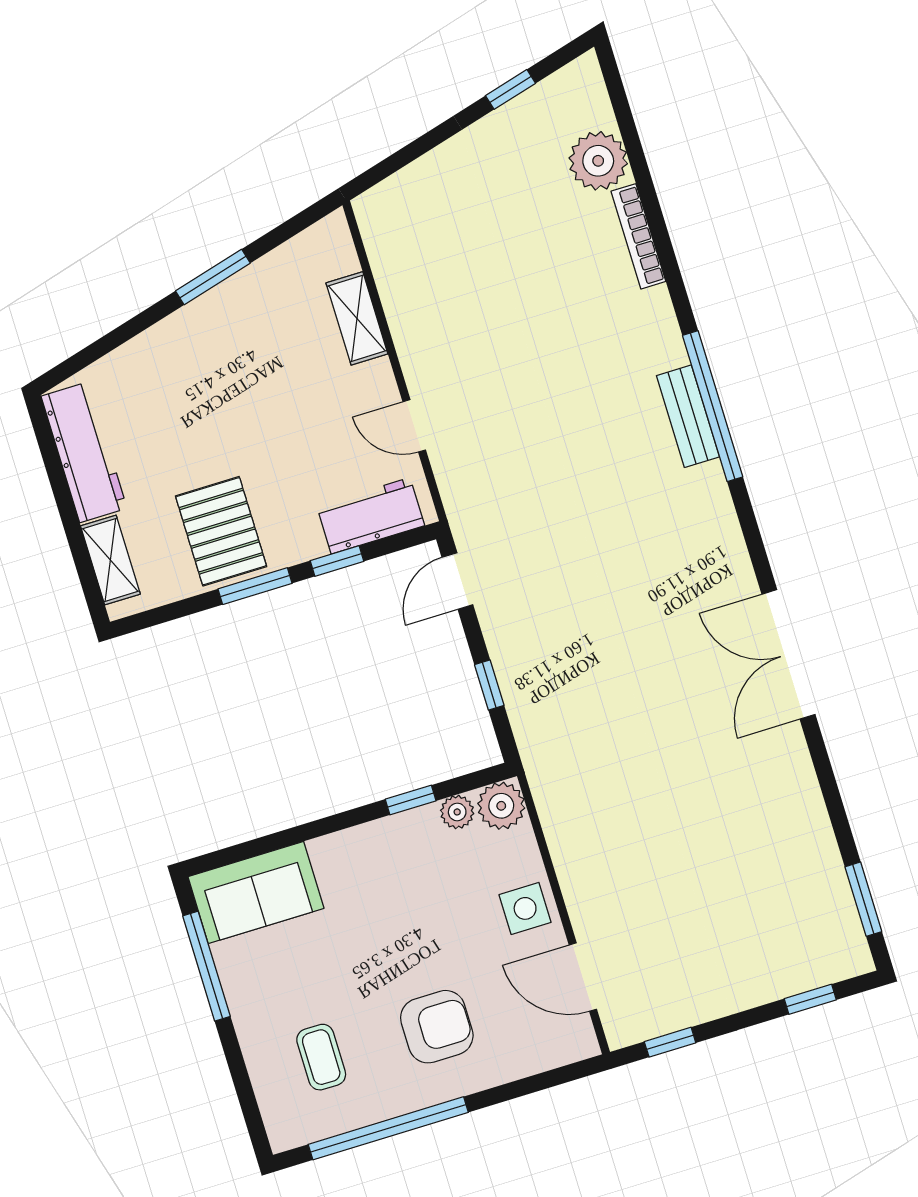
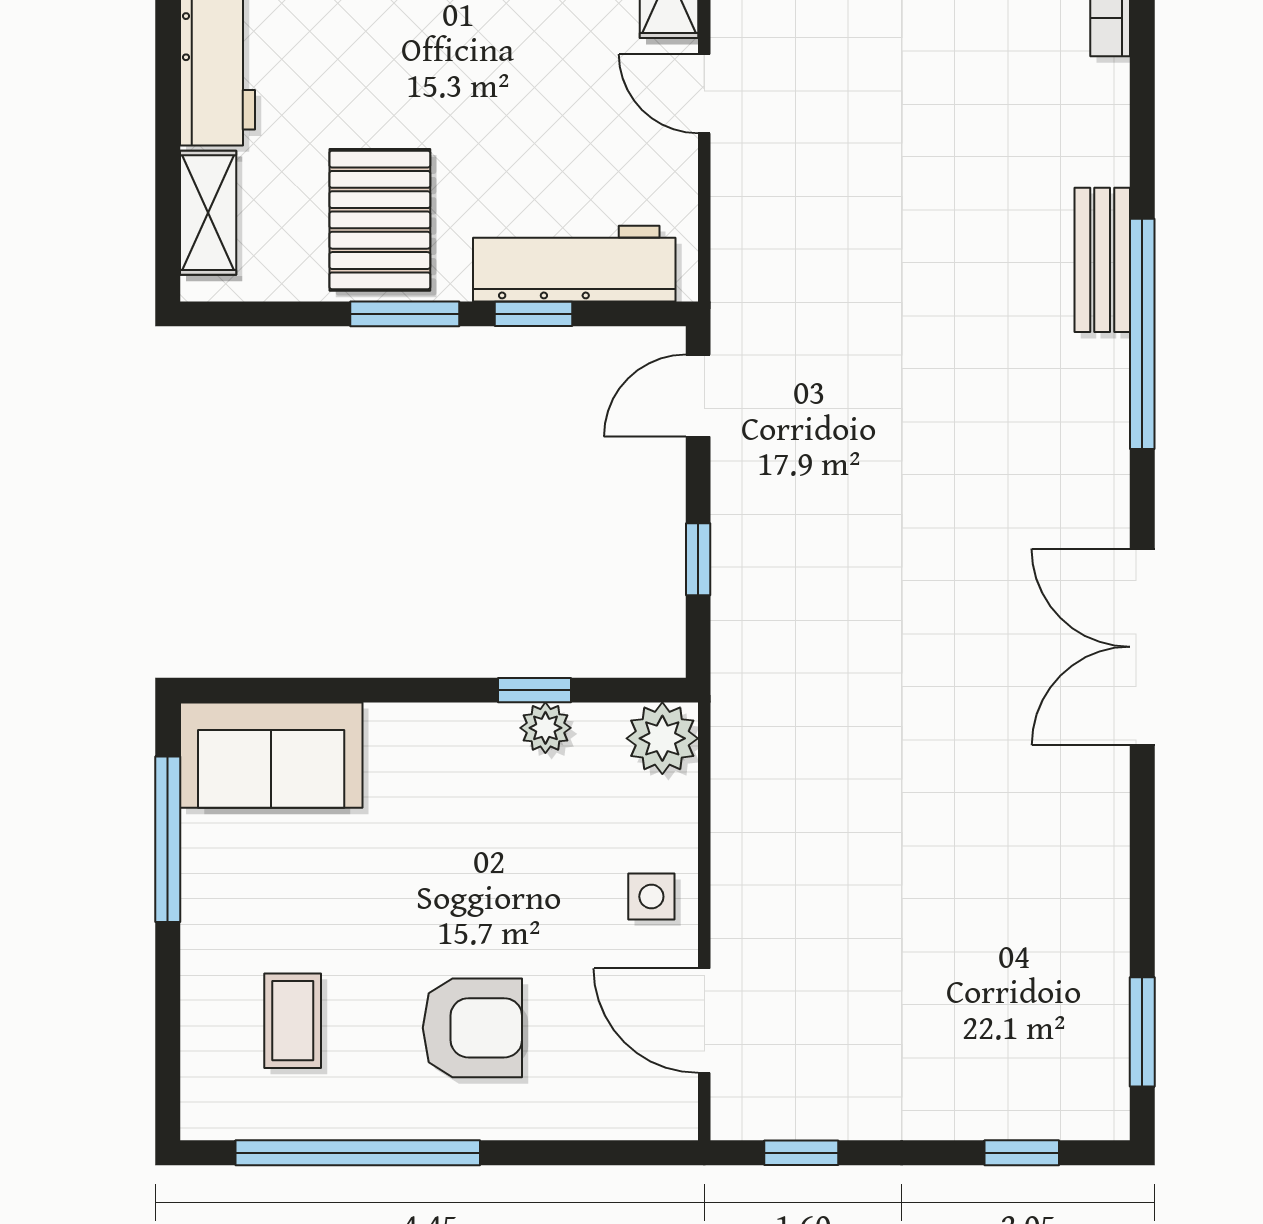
window: (713, 406) -> (1142, 334), moved
door: (414, 426) -> (704, 94), moved
workbench: (371, 516) -> (574, 264), width x1.38
plant: (457, 812) -> (545, 728), moved
side table: (525, 908) -> (651, 897), width x0.73, depth x0.73

